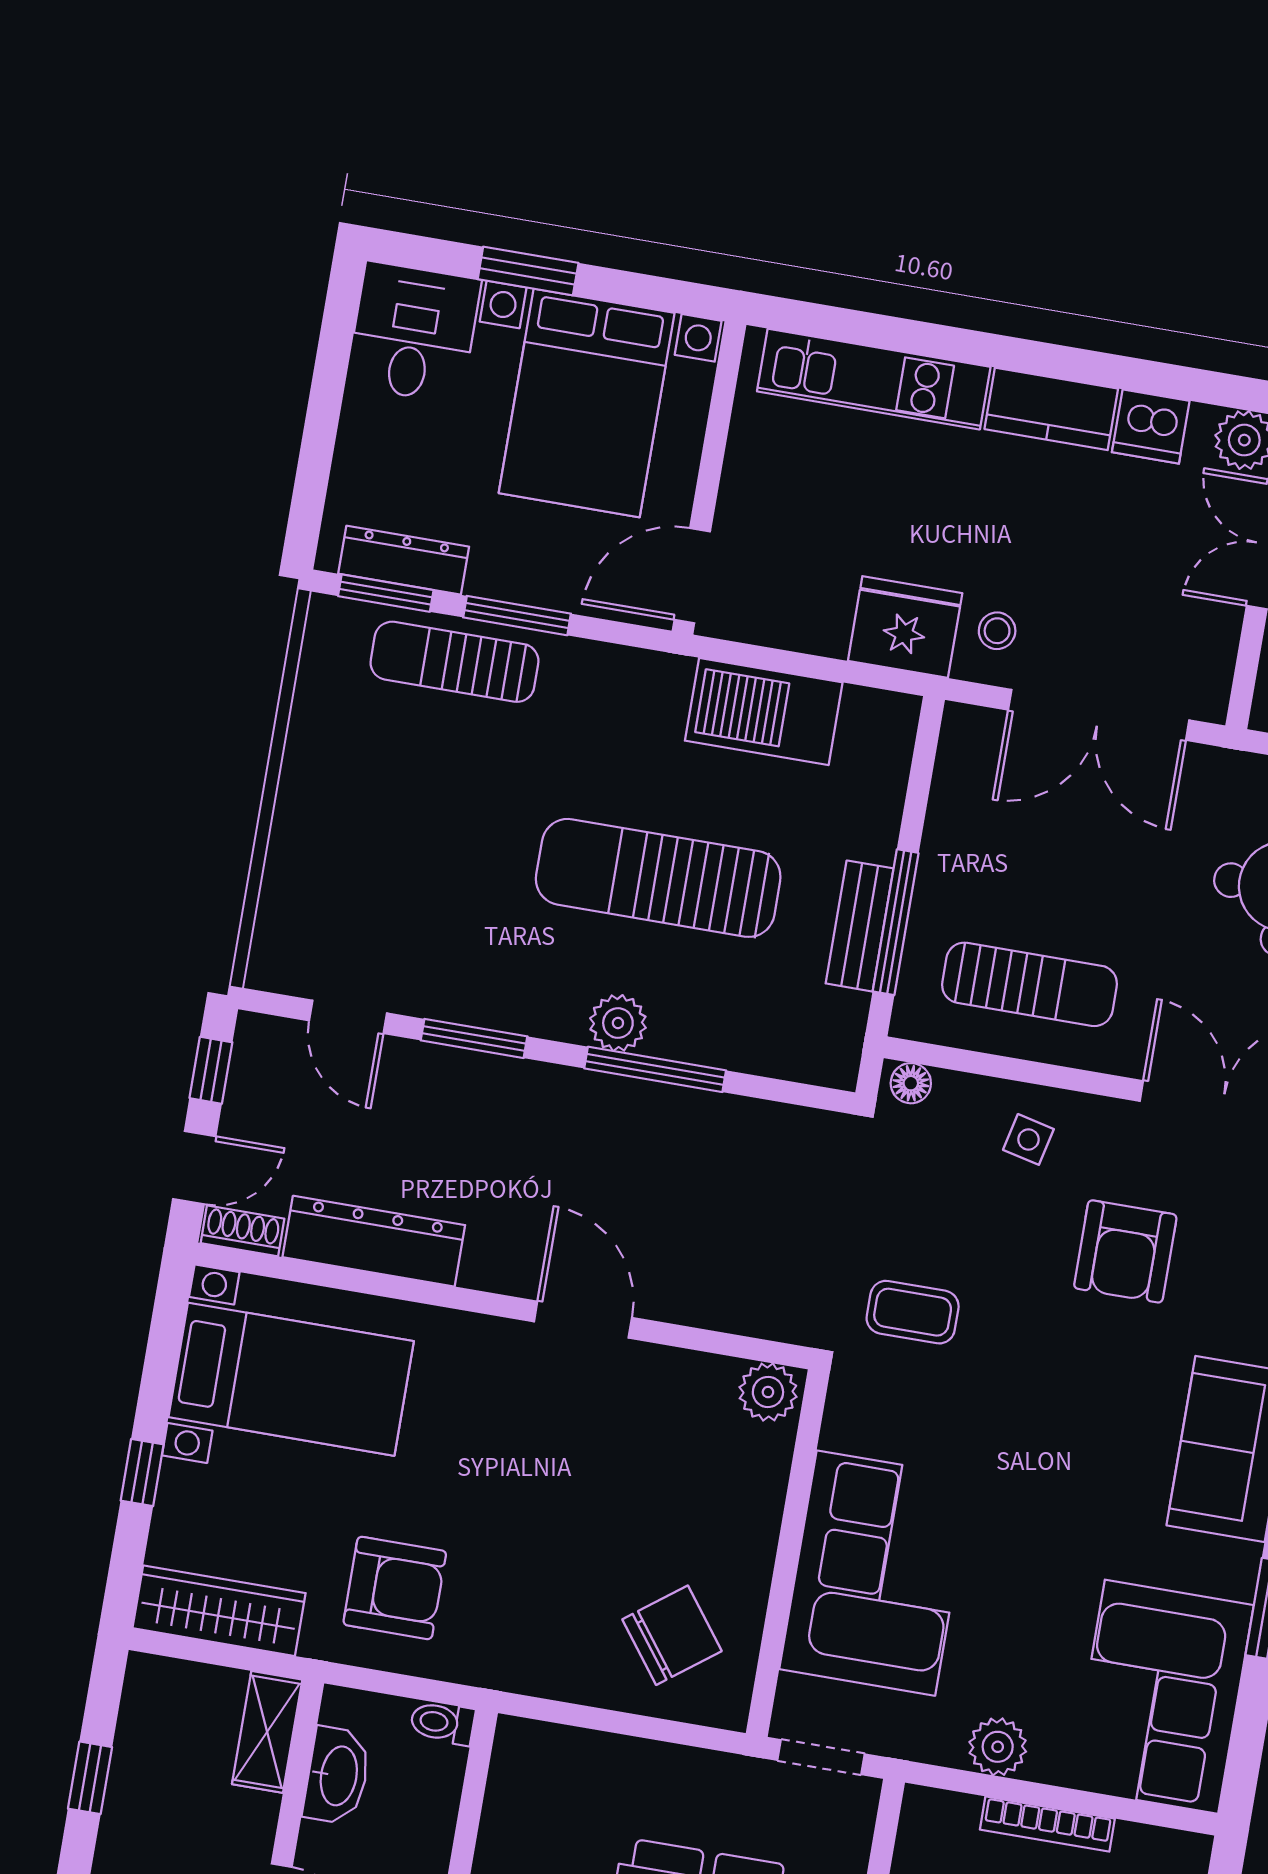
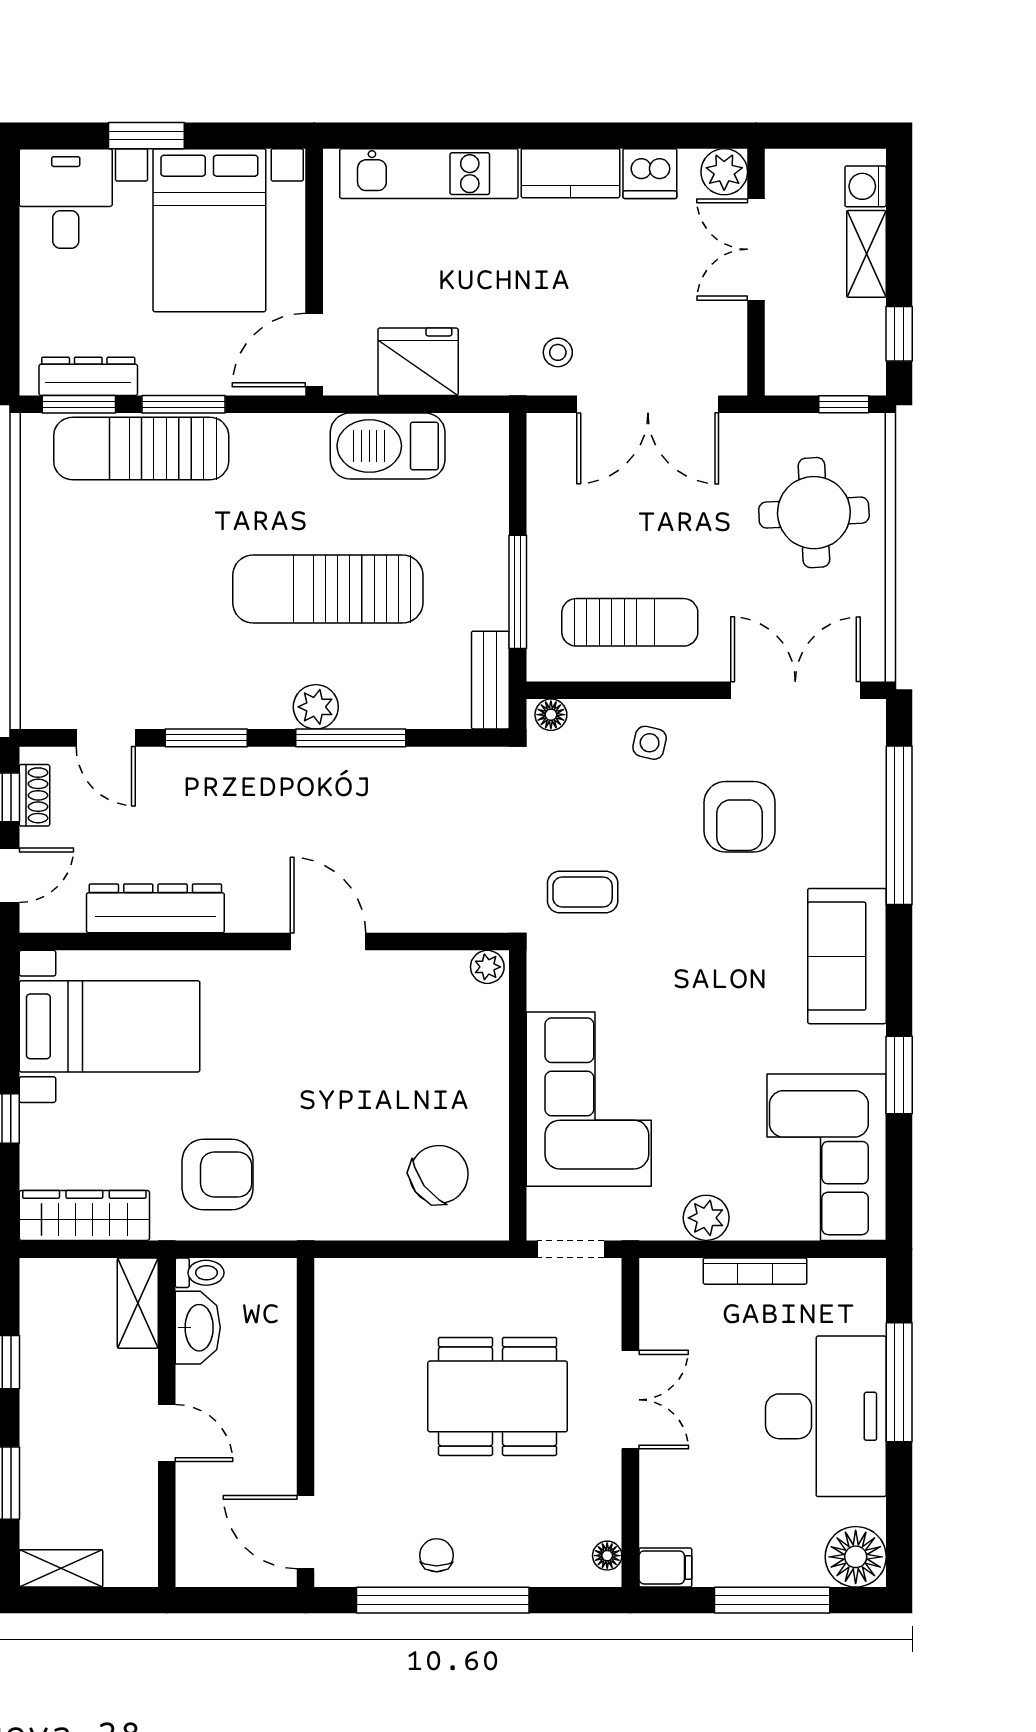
fridge: (905, 627) -> (418, 362), moved
sun lounger: (454, 662) -> (141, 448), width x1.36, depth x1.34
bench: (860, 926) -> (490, 680), moved
shoe rack: (243, 1231) -> (34, 795), moved, turned 90
plant: (768, 1392) -> (487, 967), width x0.73, depth x0.73
toilet: (443, 1723) -> (200, 1273), moved, turned 180

